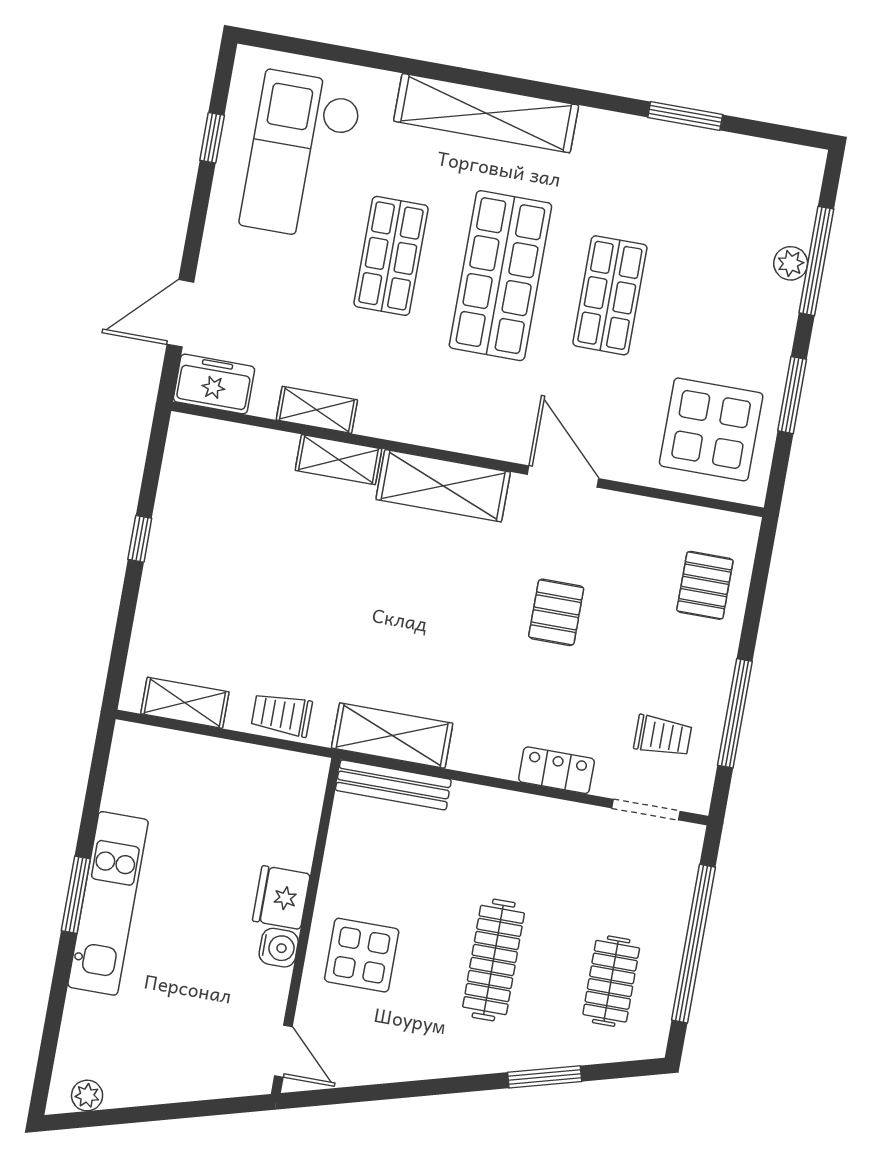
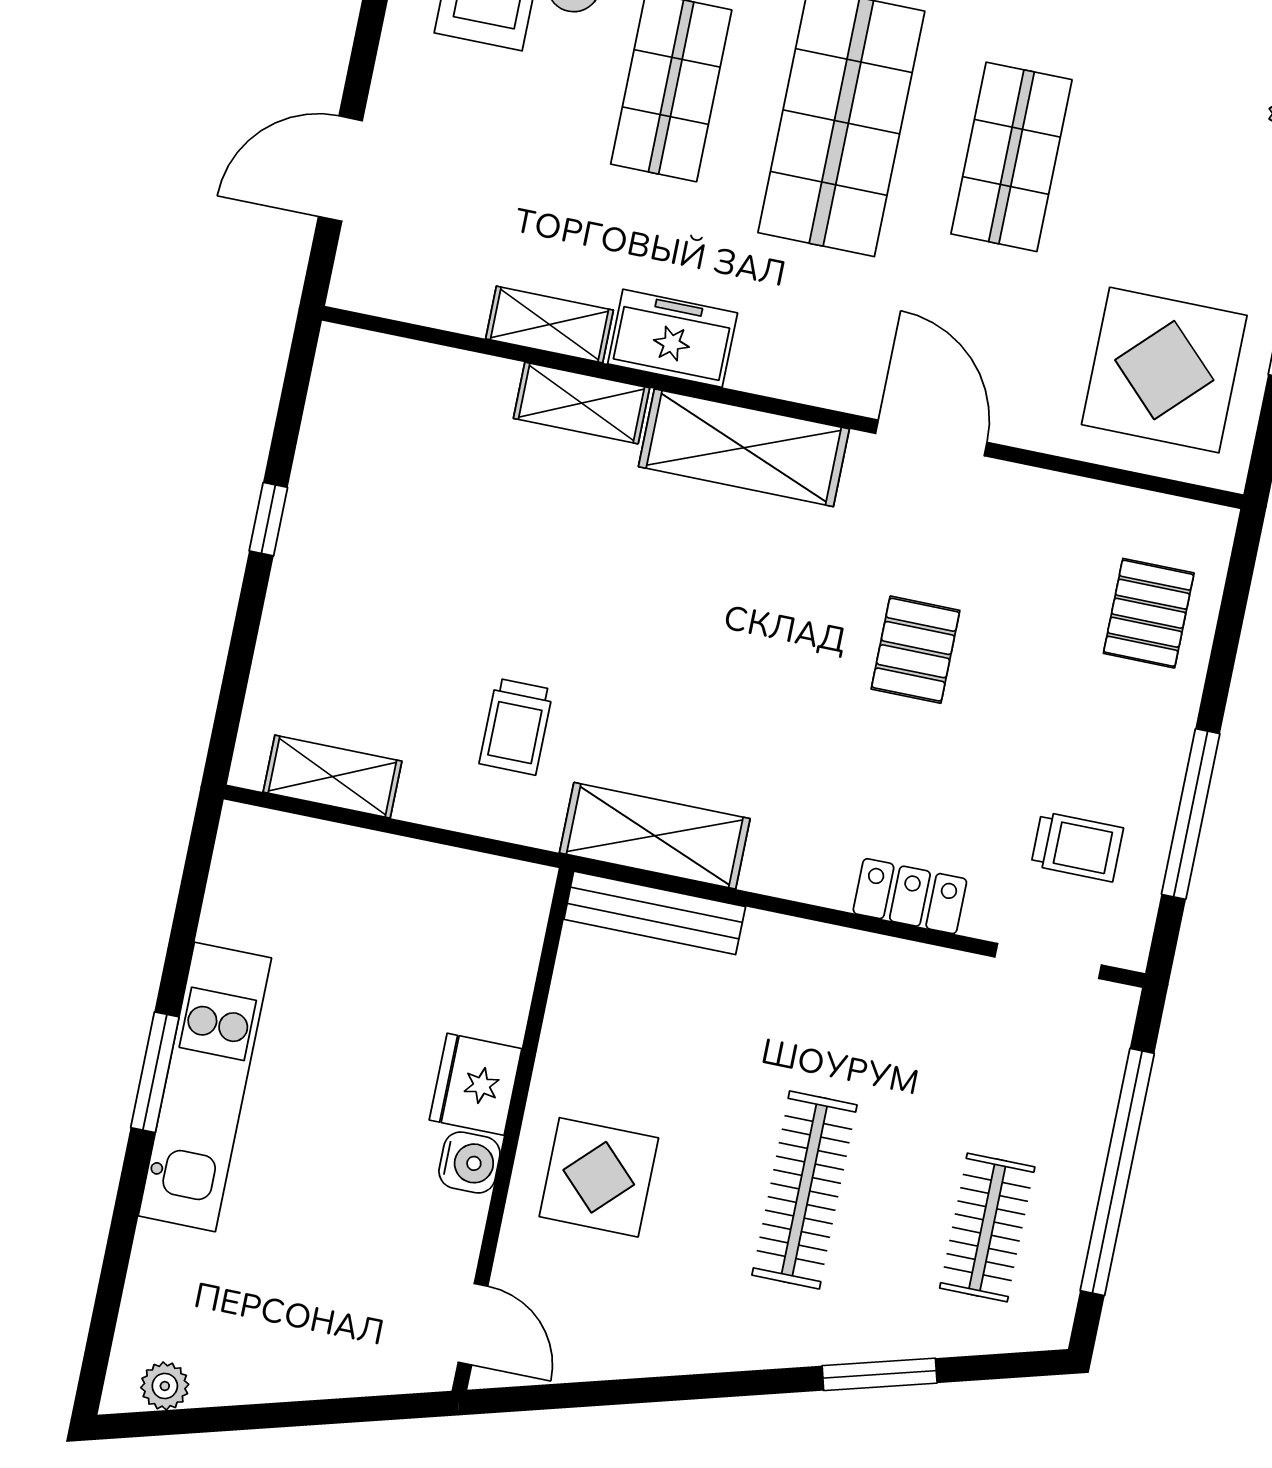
freezer: (214, 384) -> (673, 338), moved
trolley: (282, 715) -> (516, 727), moved, turned -90

